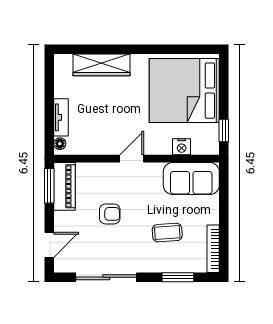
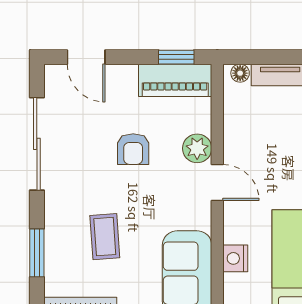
plant: (109, 172) -> (197, 148), added
window: (49, 186) -> (176, 57), width x0.67

